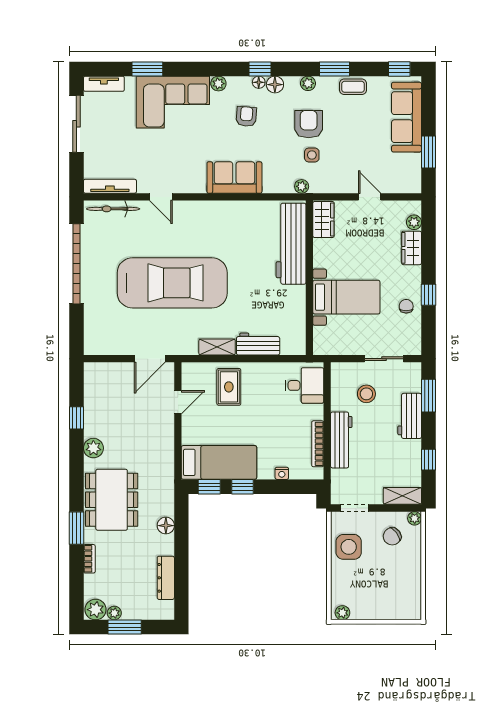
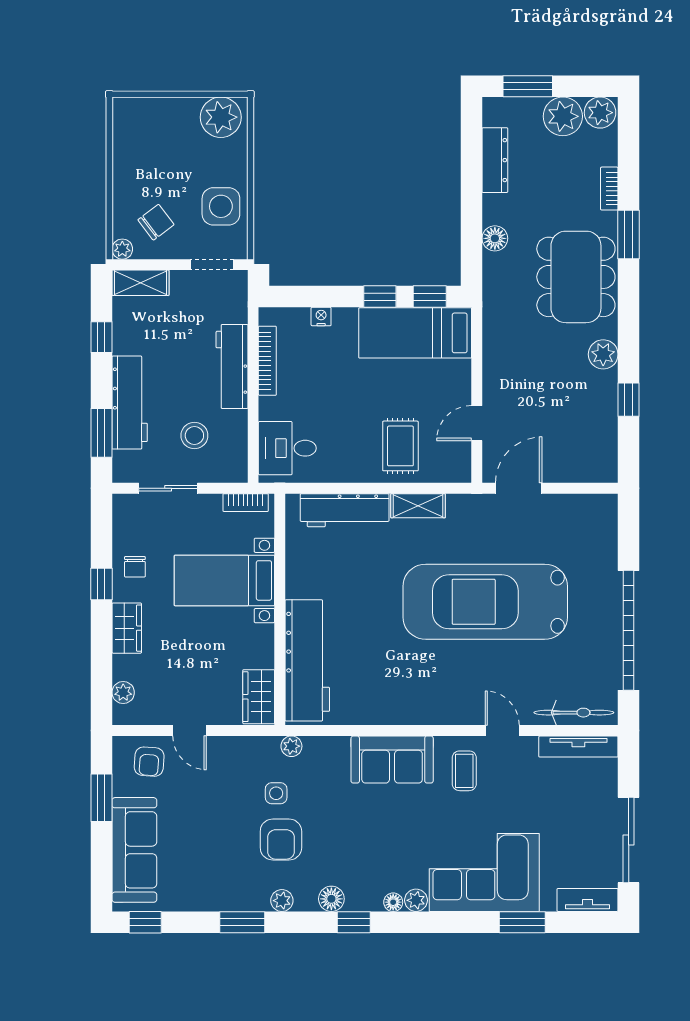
floor lamp: (259, 82) -> (393, 902), moved
coffee table: (353, 87) -> (464, 771), moved, turned 90
armchair: (246, 116) -> (149, 762), moved
wardrobe: (412, 248) -> (127, 628), moved
workbench: (258, 344) -> (345, 510), width x1.37
bookcase: (332, 349) -> (246, 503), added
workbench: (410, 416) -> (130, 403), width x1.37
plant: (114, 613) -> (563, 116), width x1.87, depth x1.87
plant: (342, 613) -> (221, 117), width x1.88, depth x1.88
window: (125, 627) -> (528, 86), moved

